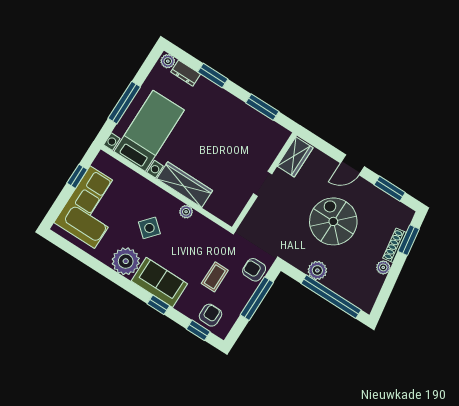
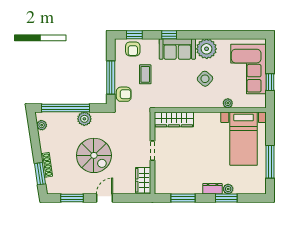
plant: (168, 61) -> (228, 189), moved
dresser: (186, 73) -> (212, 189), moved
window: (124, 103) -> (270, 162), moved
wardrobe: (185, 185) -> (174, 119), moved
plant: (186, 212) -> (228, 103), moved
plant: (383, 267) -> (42, 125), moved

